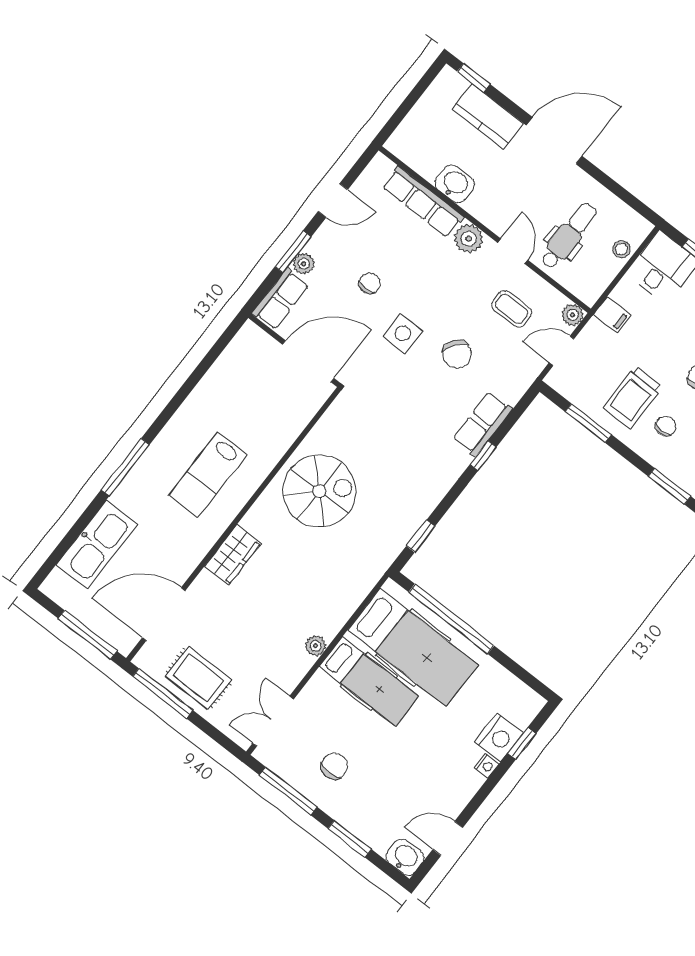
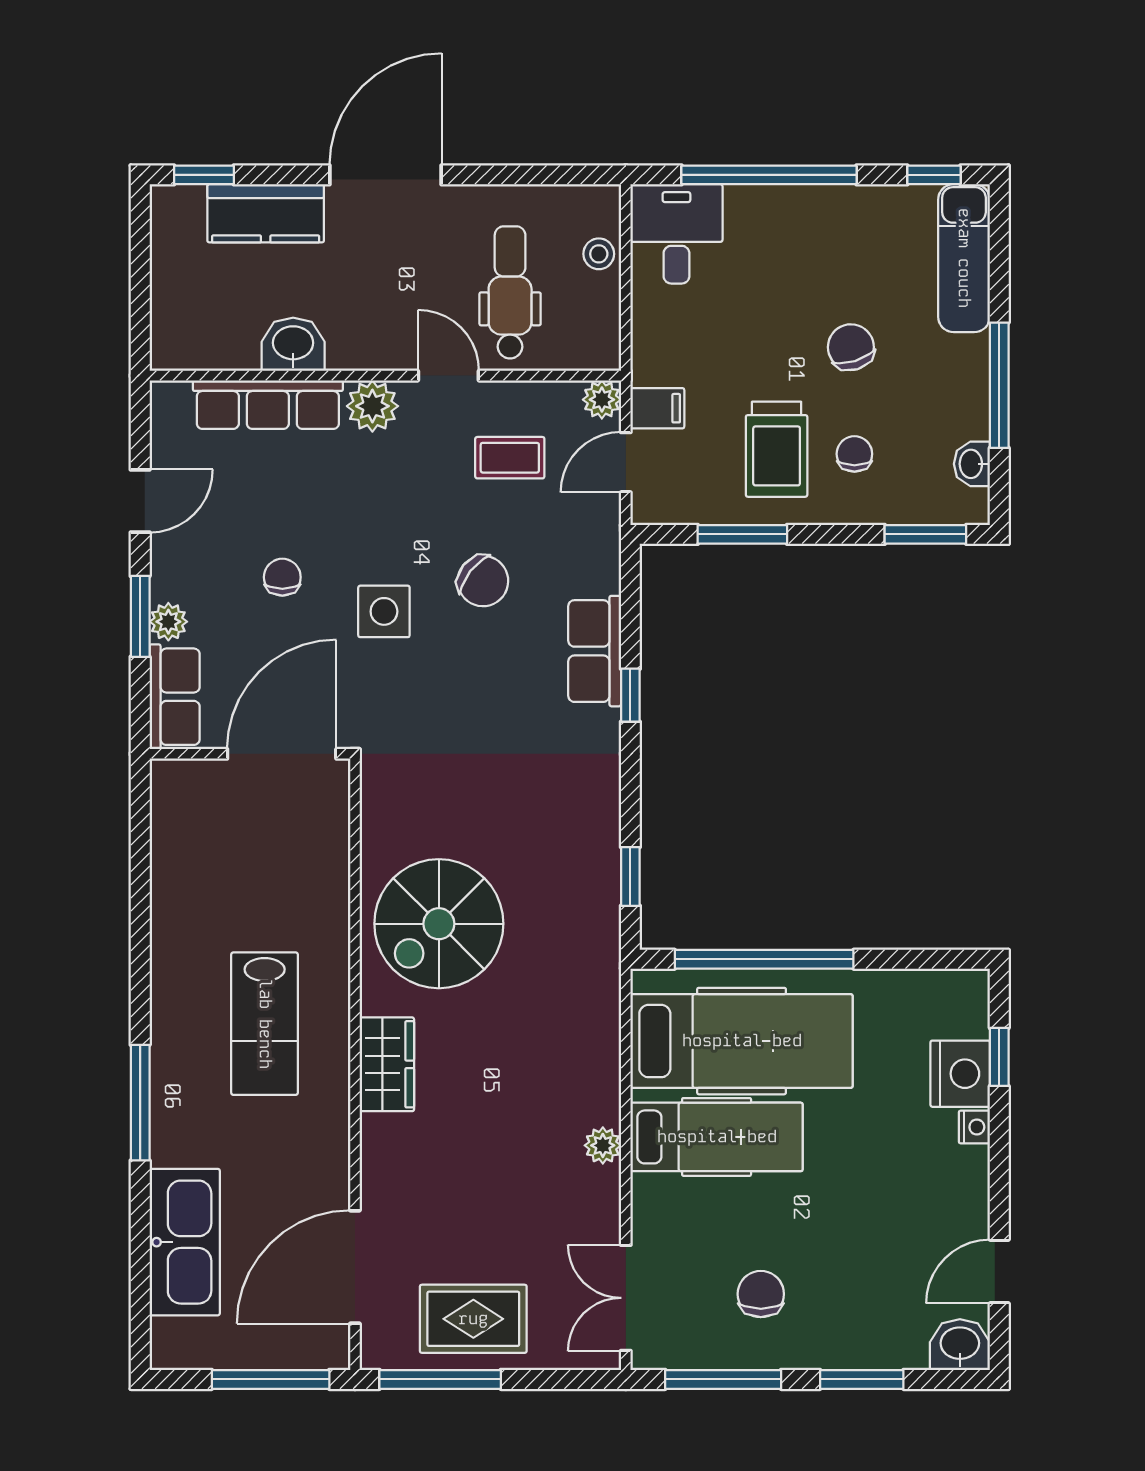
filing cabinet: (612, 315) -> (657, 408), moved
spiral stairs: (319, 491) -> (439, 924), turned 180
wardrobe: (233, 555) -> (387, 1064), moved

